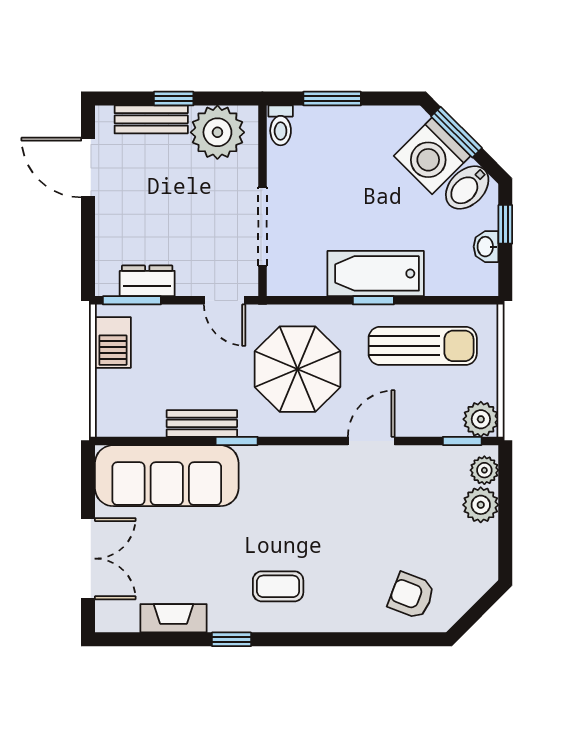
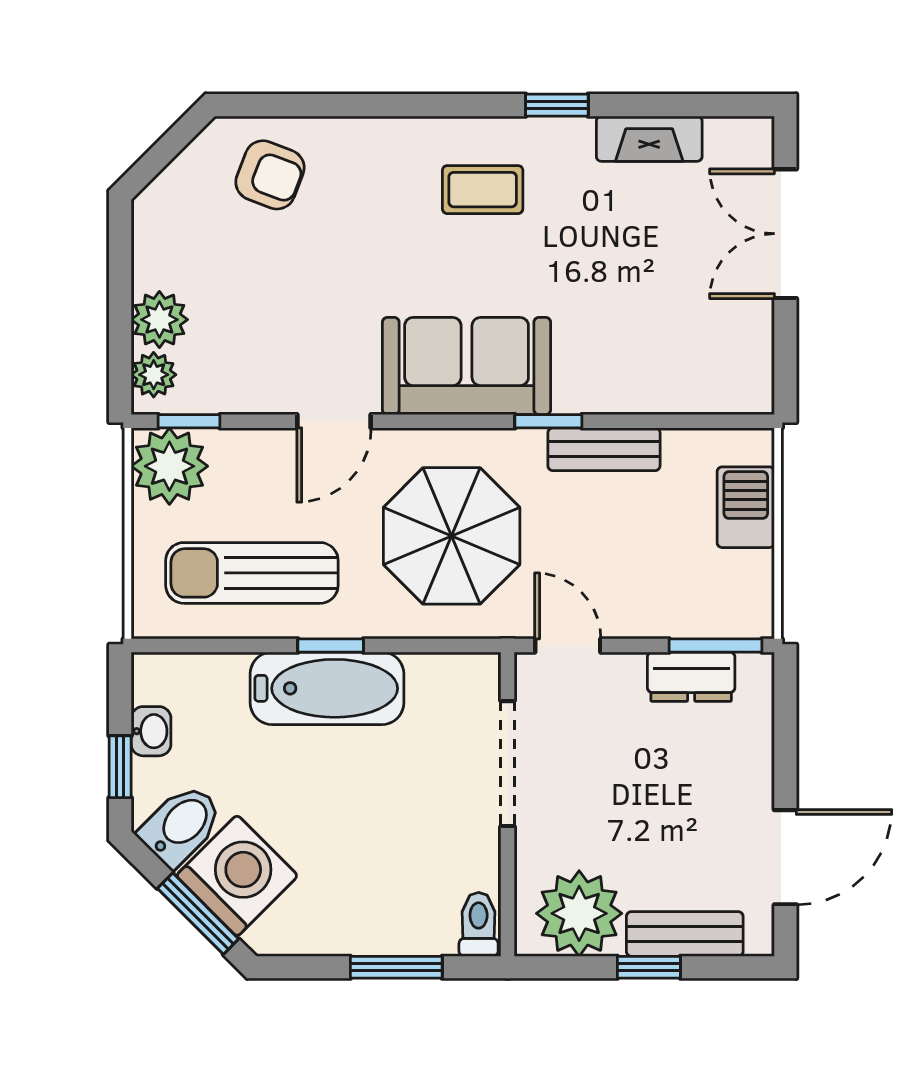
door: (88, 168) -> (785, 857), hinge flipped
barbecue: (113, 342) -> (746, 507), moved
plant: (481, 419) -> (169, 466), width x1.36, depth x1.36
sofa: (167, 476) -> (467, 366), moved, width x0.73

